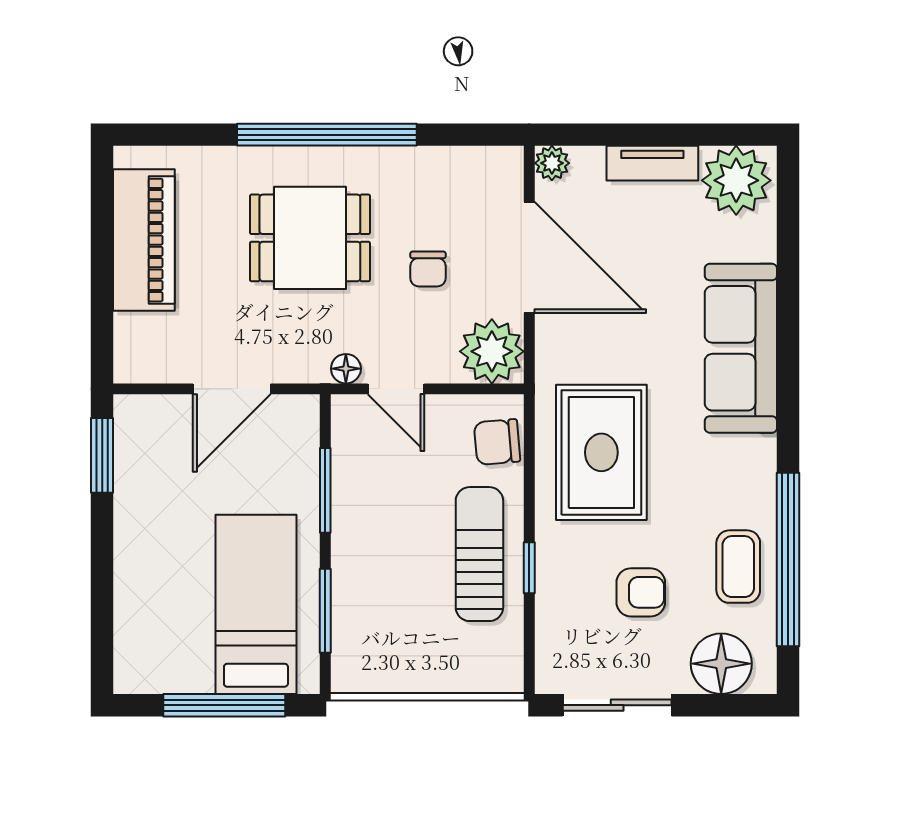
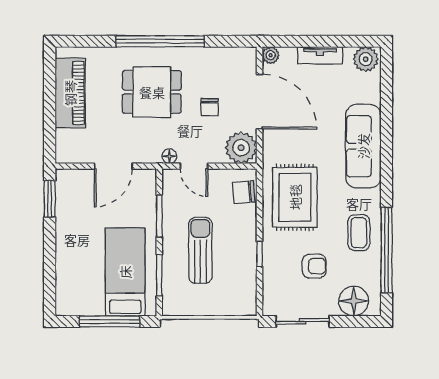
plant: (736, 180) -> (366, 59), width x0.73, depth x0.73
sun lounger: (479, 554) -> (200, 250), moved
coffee table: (738, 567) -> (359, 233), moved

